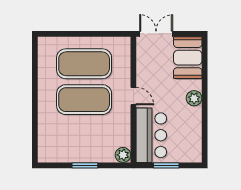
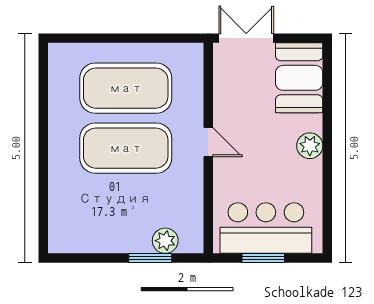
bar counter: (151, 135) -> (266, 228), moved, turned -90
plant: (123, 155) -> (165, 241), moved
window: (85, 165) -> (150, 258), moved

